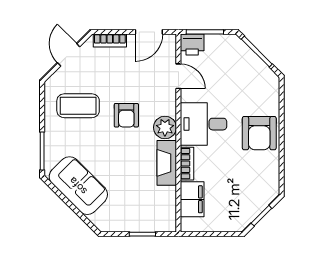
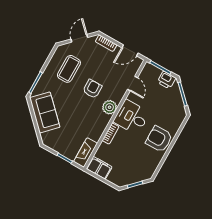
printer: (192, 45) -> (167, 80), moved
coffee table: (78, 106) -> (69, 69), turned 90
armchair: (126, 115) -> (92, 89), turned 180
armchair: (259, 133) -> (159, 139), turned 90
fireplace: (167, 163) -> (85, 152), moved
filing cabinet: (192, 199) -> (99, 168), moved, turned -90

